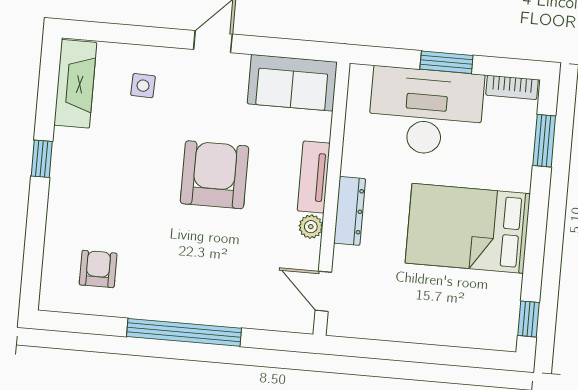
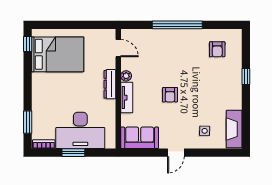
window: (42, 159) -> (246, 76), moved
armchair: (215, 175) -> (170, 95), width x0.53, depth x0.53
bed: (468, 228) -> (58, 54), moved

